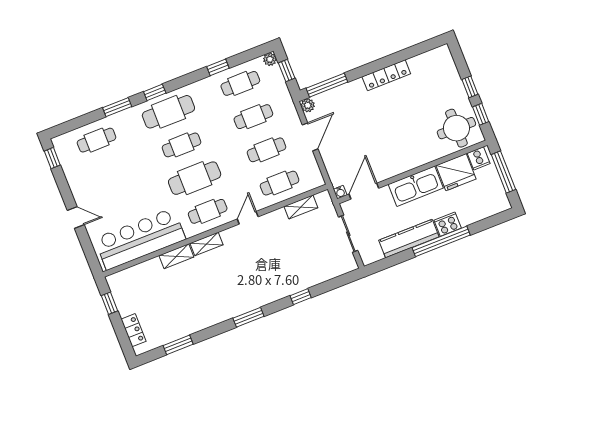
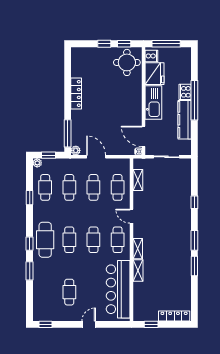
cafe table: (97, 140) -> (69, 292), moved
cafe table: (195, 178) -> (93, 240), width x0.73, depth x0.74
locker: (133, 330) -> (174, 316), width x1.53
window: (178, 345) -> (194, 266), moved

